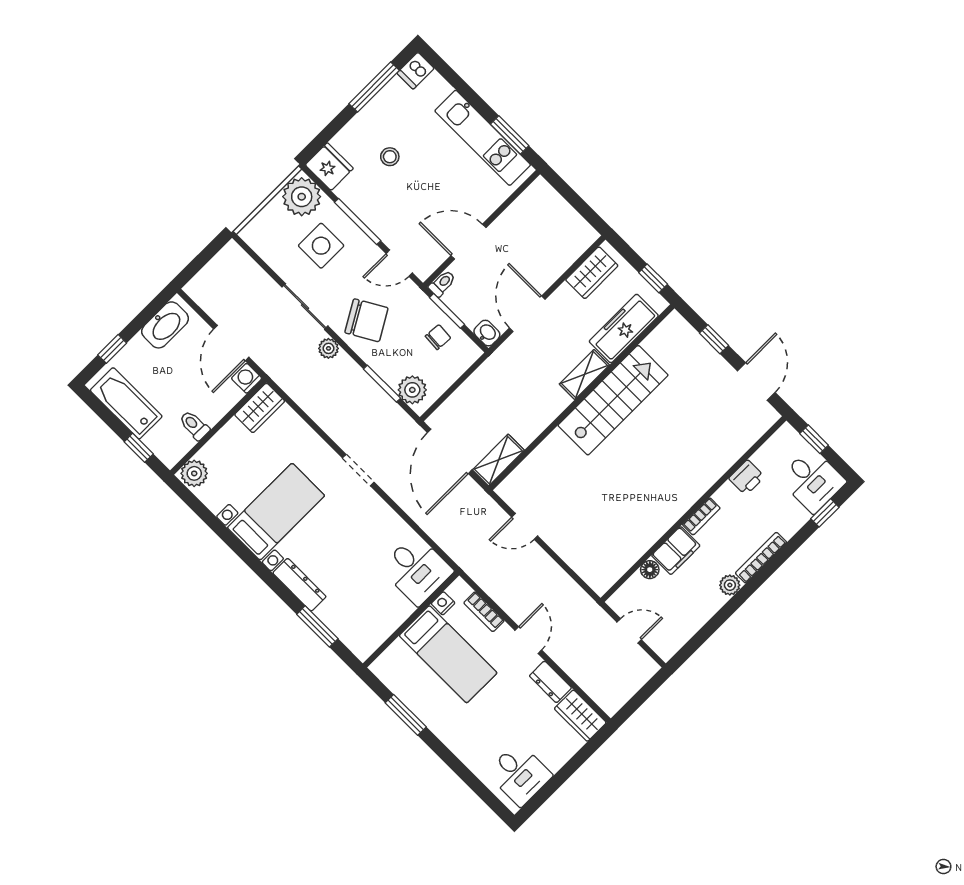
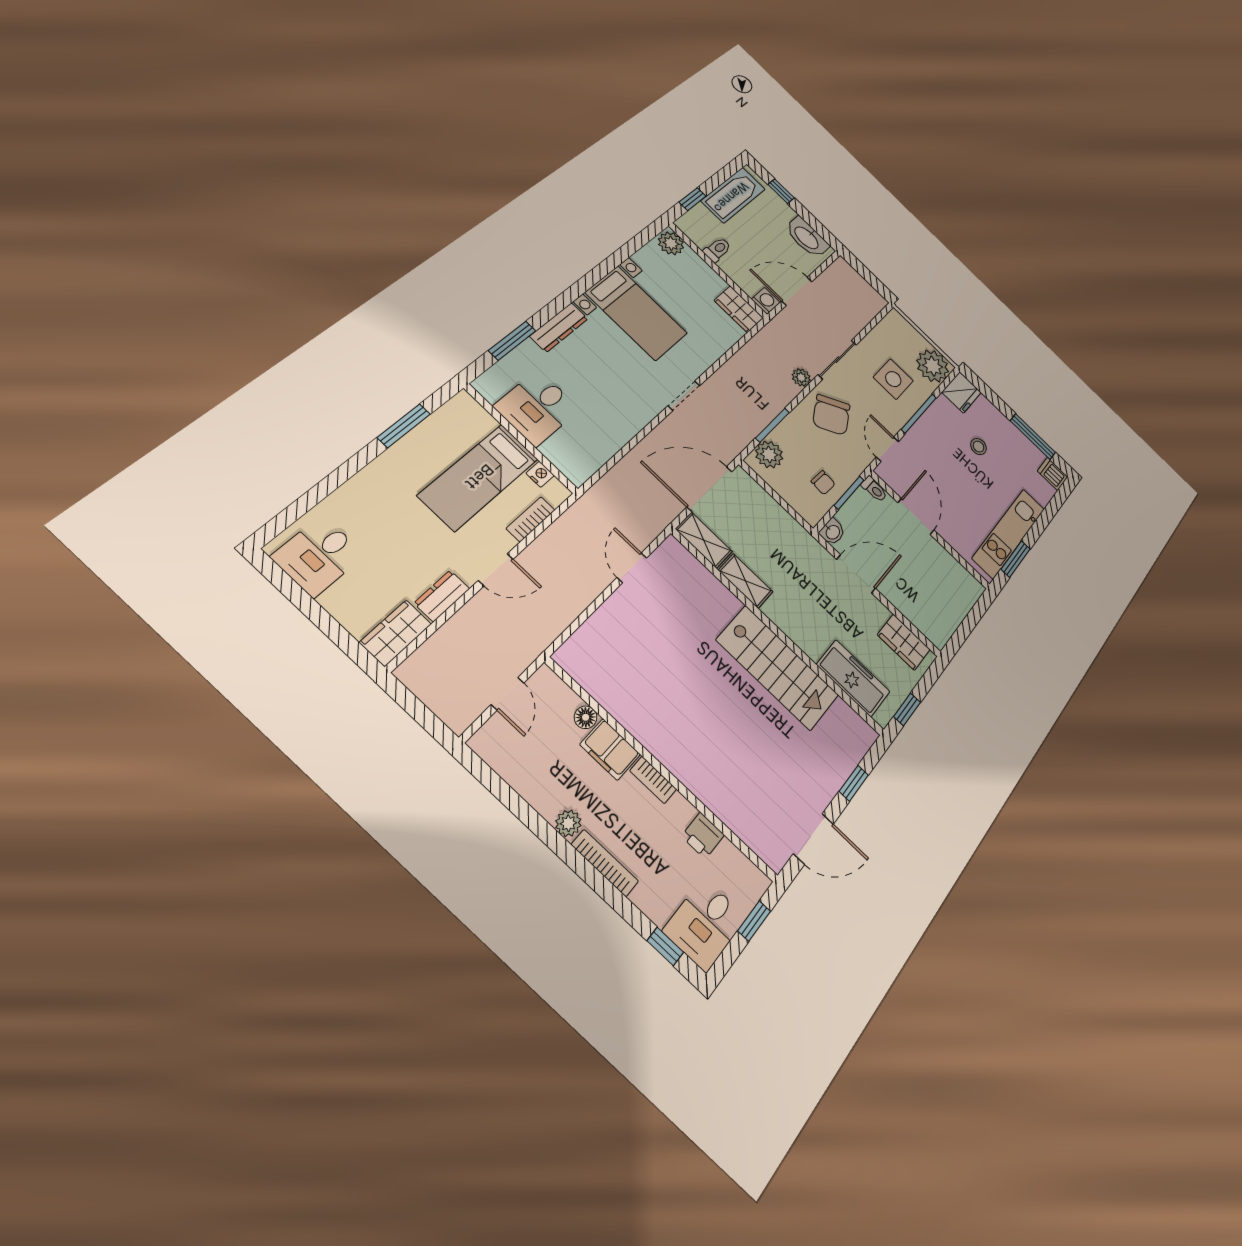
shelving: (584, 374) -> (746, 581), moved
desk: (417, 570) -> (537, 408), moved

